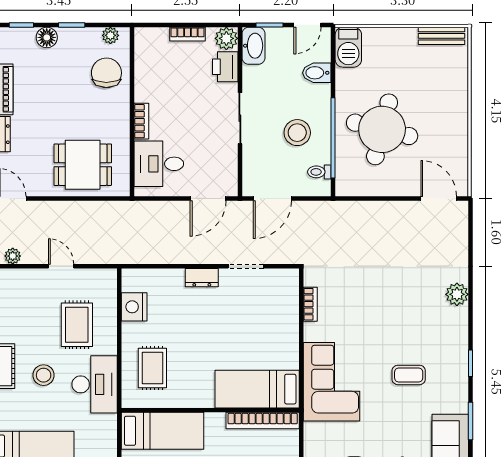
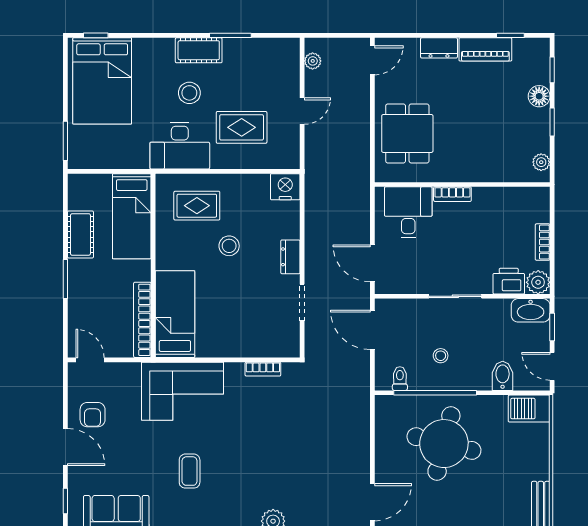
chair: (106, 73) -> (503, 158), removed
stool: (297, 133) -> (441, 356), width x0.53, depth x0.53
nightstand: (134, 307) -> (285, 187), moved
stool: (191, 337) -> (229, 246), added

